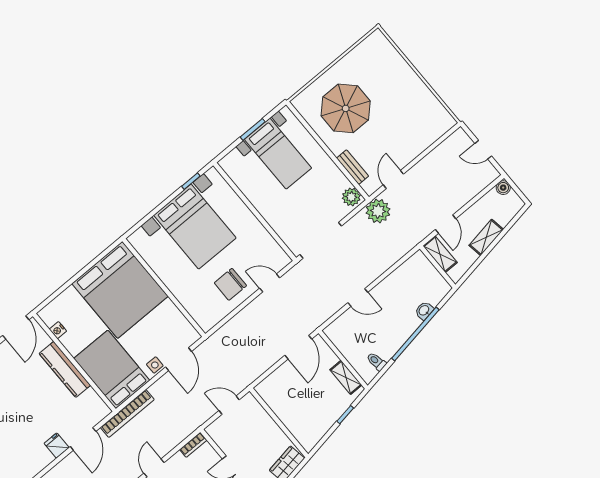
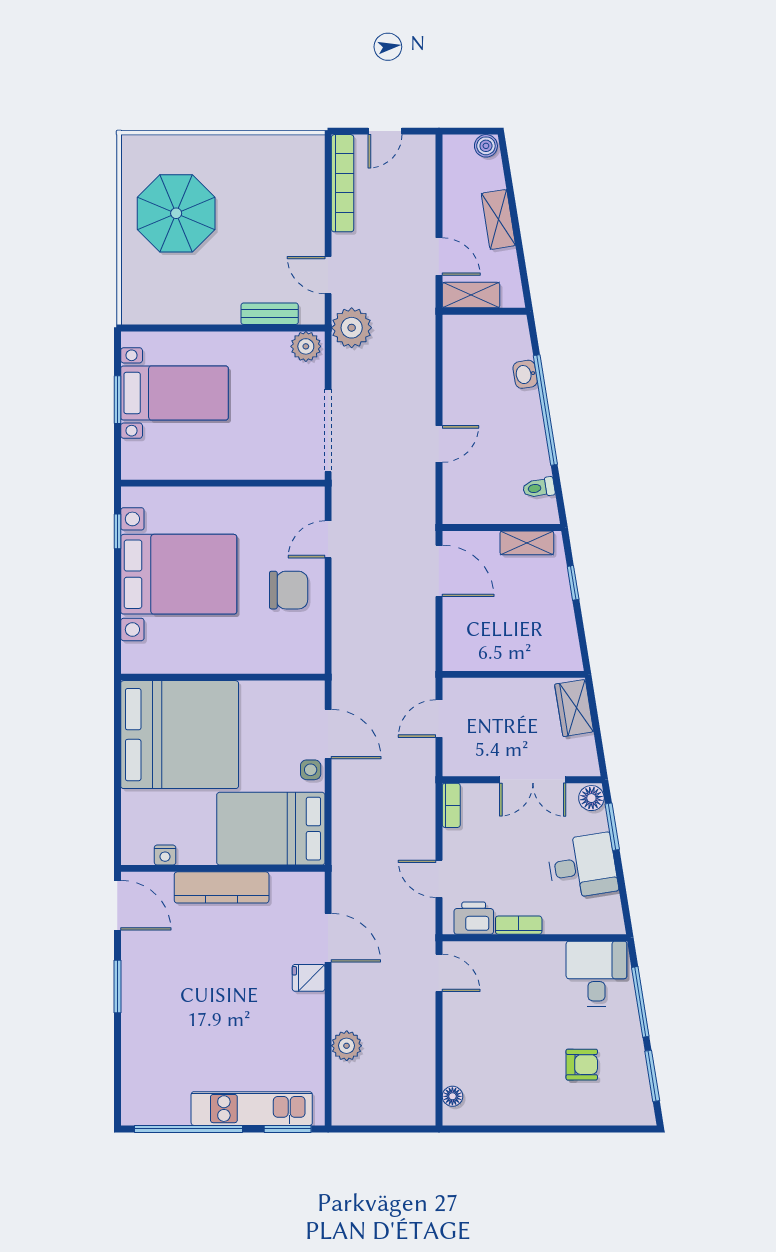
parasol: (346, 108) -> (176, 213), moved
boiler: (503, 188) -> (486, 146), moved
chair: (230, 284) -> (289, 590), turned -90
bookcase: (127, 413) -> (343, 183), moved

